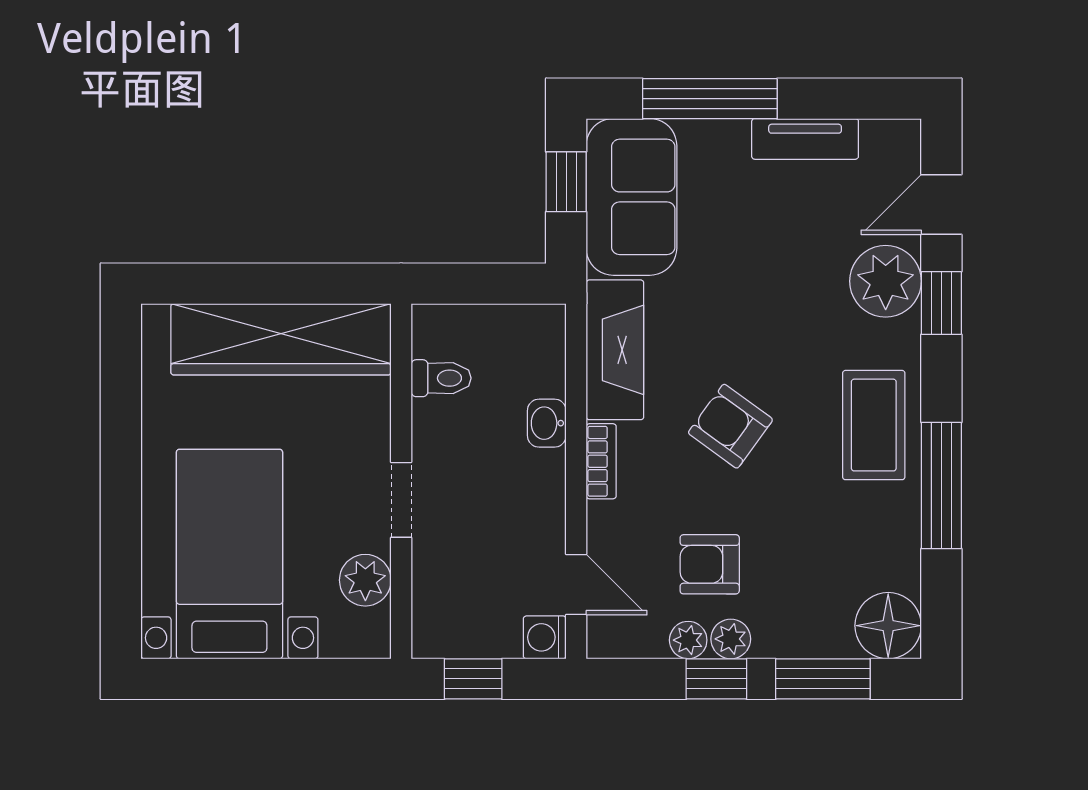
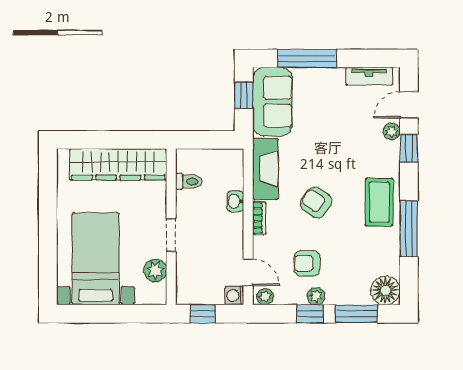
tv unit: (805, 139) -> (369, 76), moved
plant: (886, 281) -> (392, 131), width x0.53, depth x0.53
plant: (688, 640) -> (265, 297), moved

